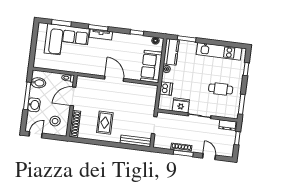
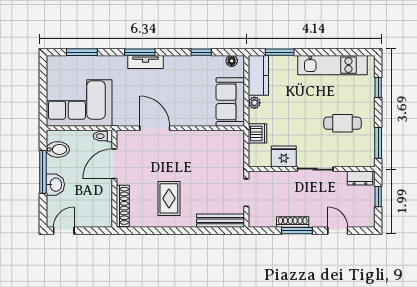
corner sofa: (67, 41) -> (79, 103), moved, turned 180
door: (114, 79) -> (155, 128), moved
stool: (55, 121) -> (91, 206), removed

